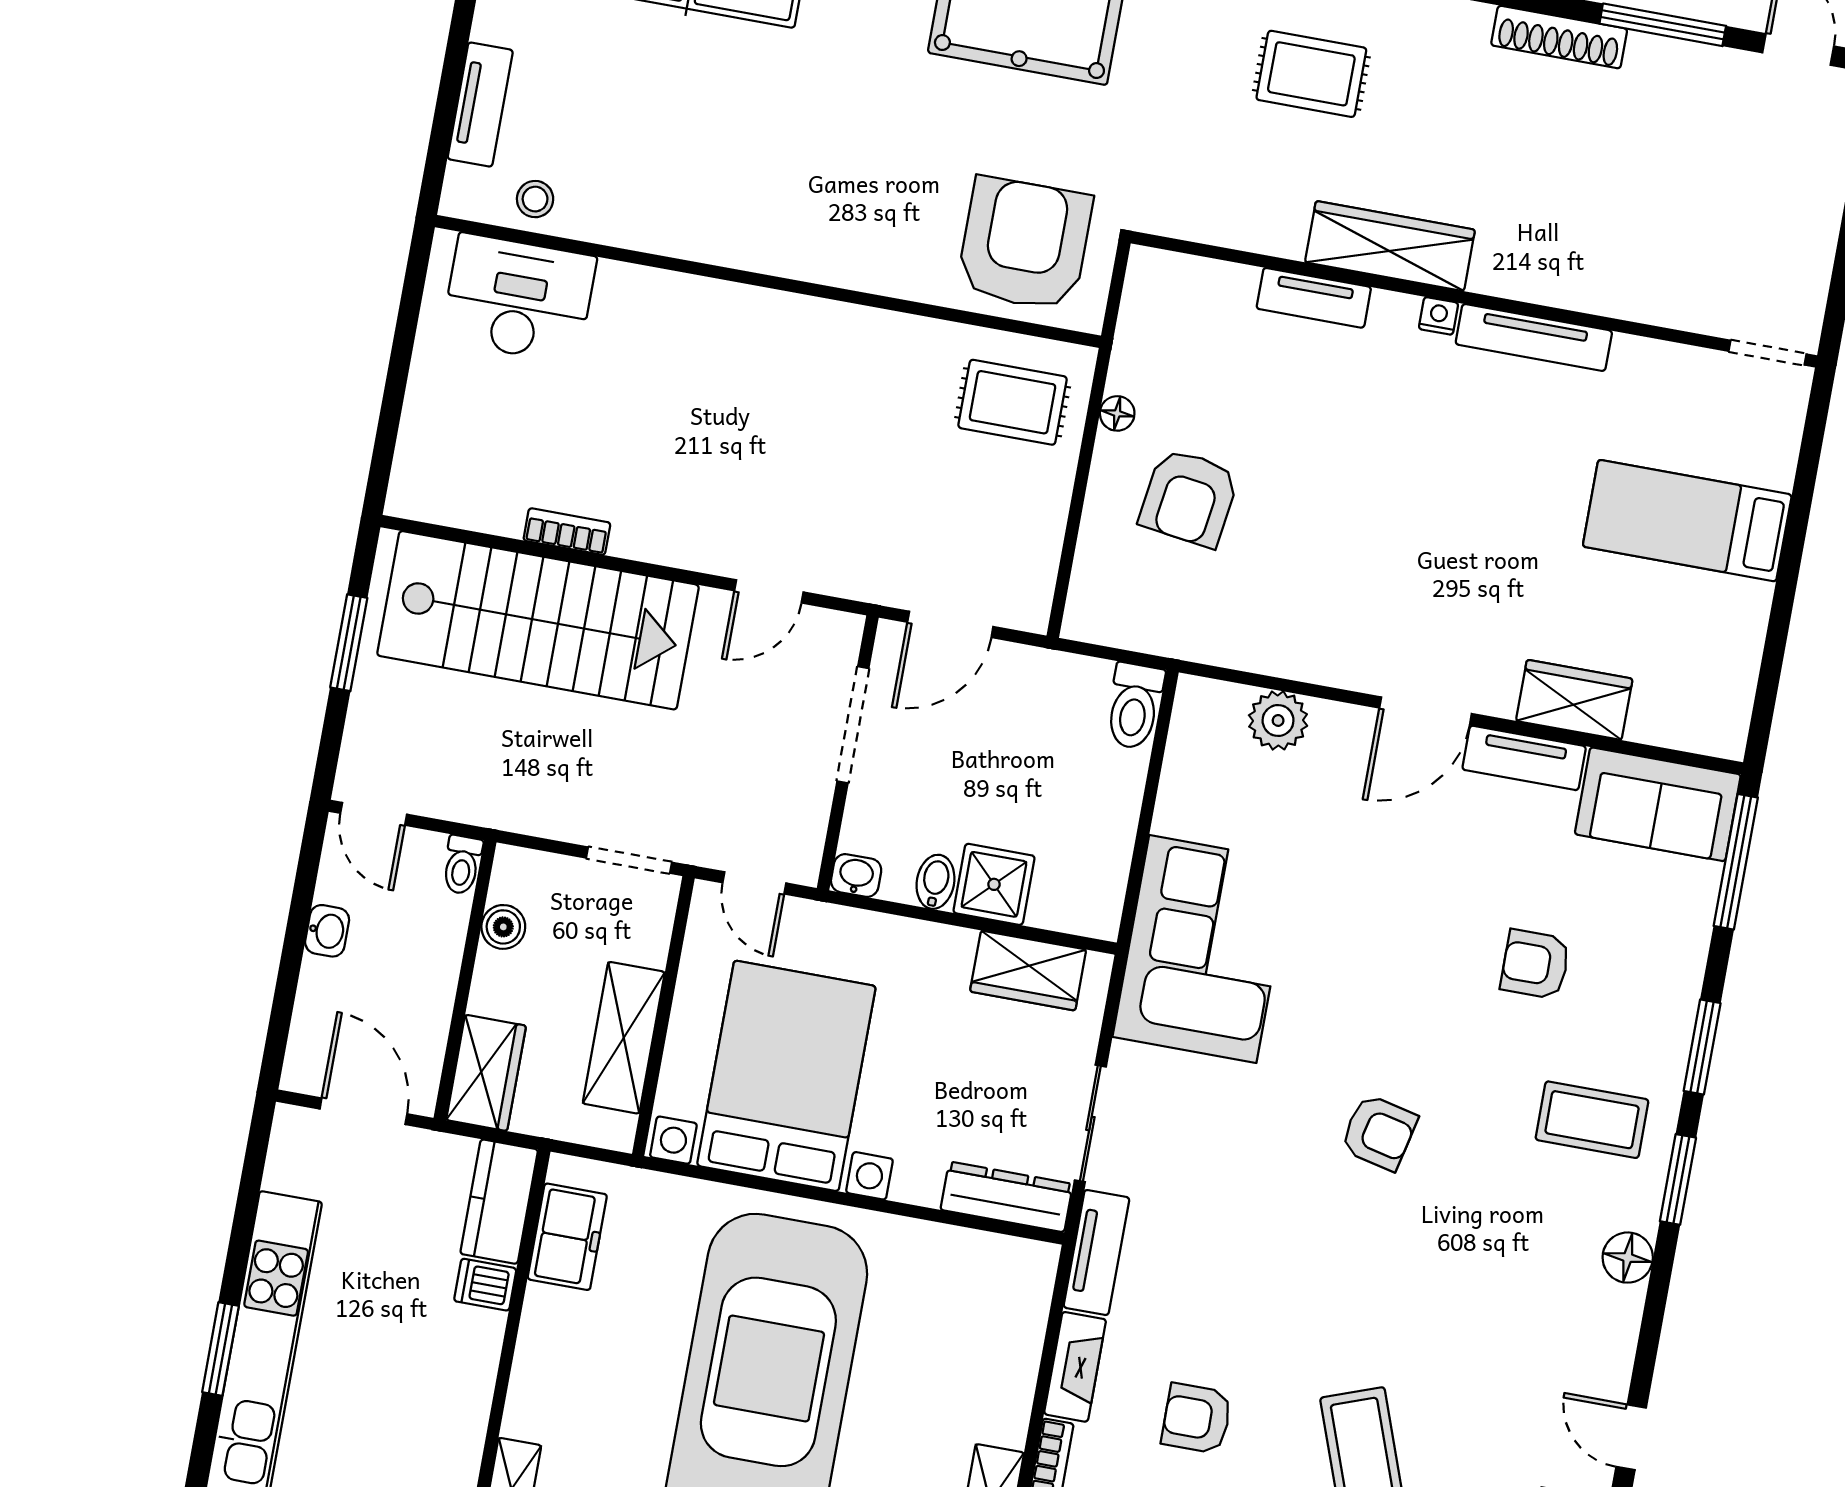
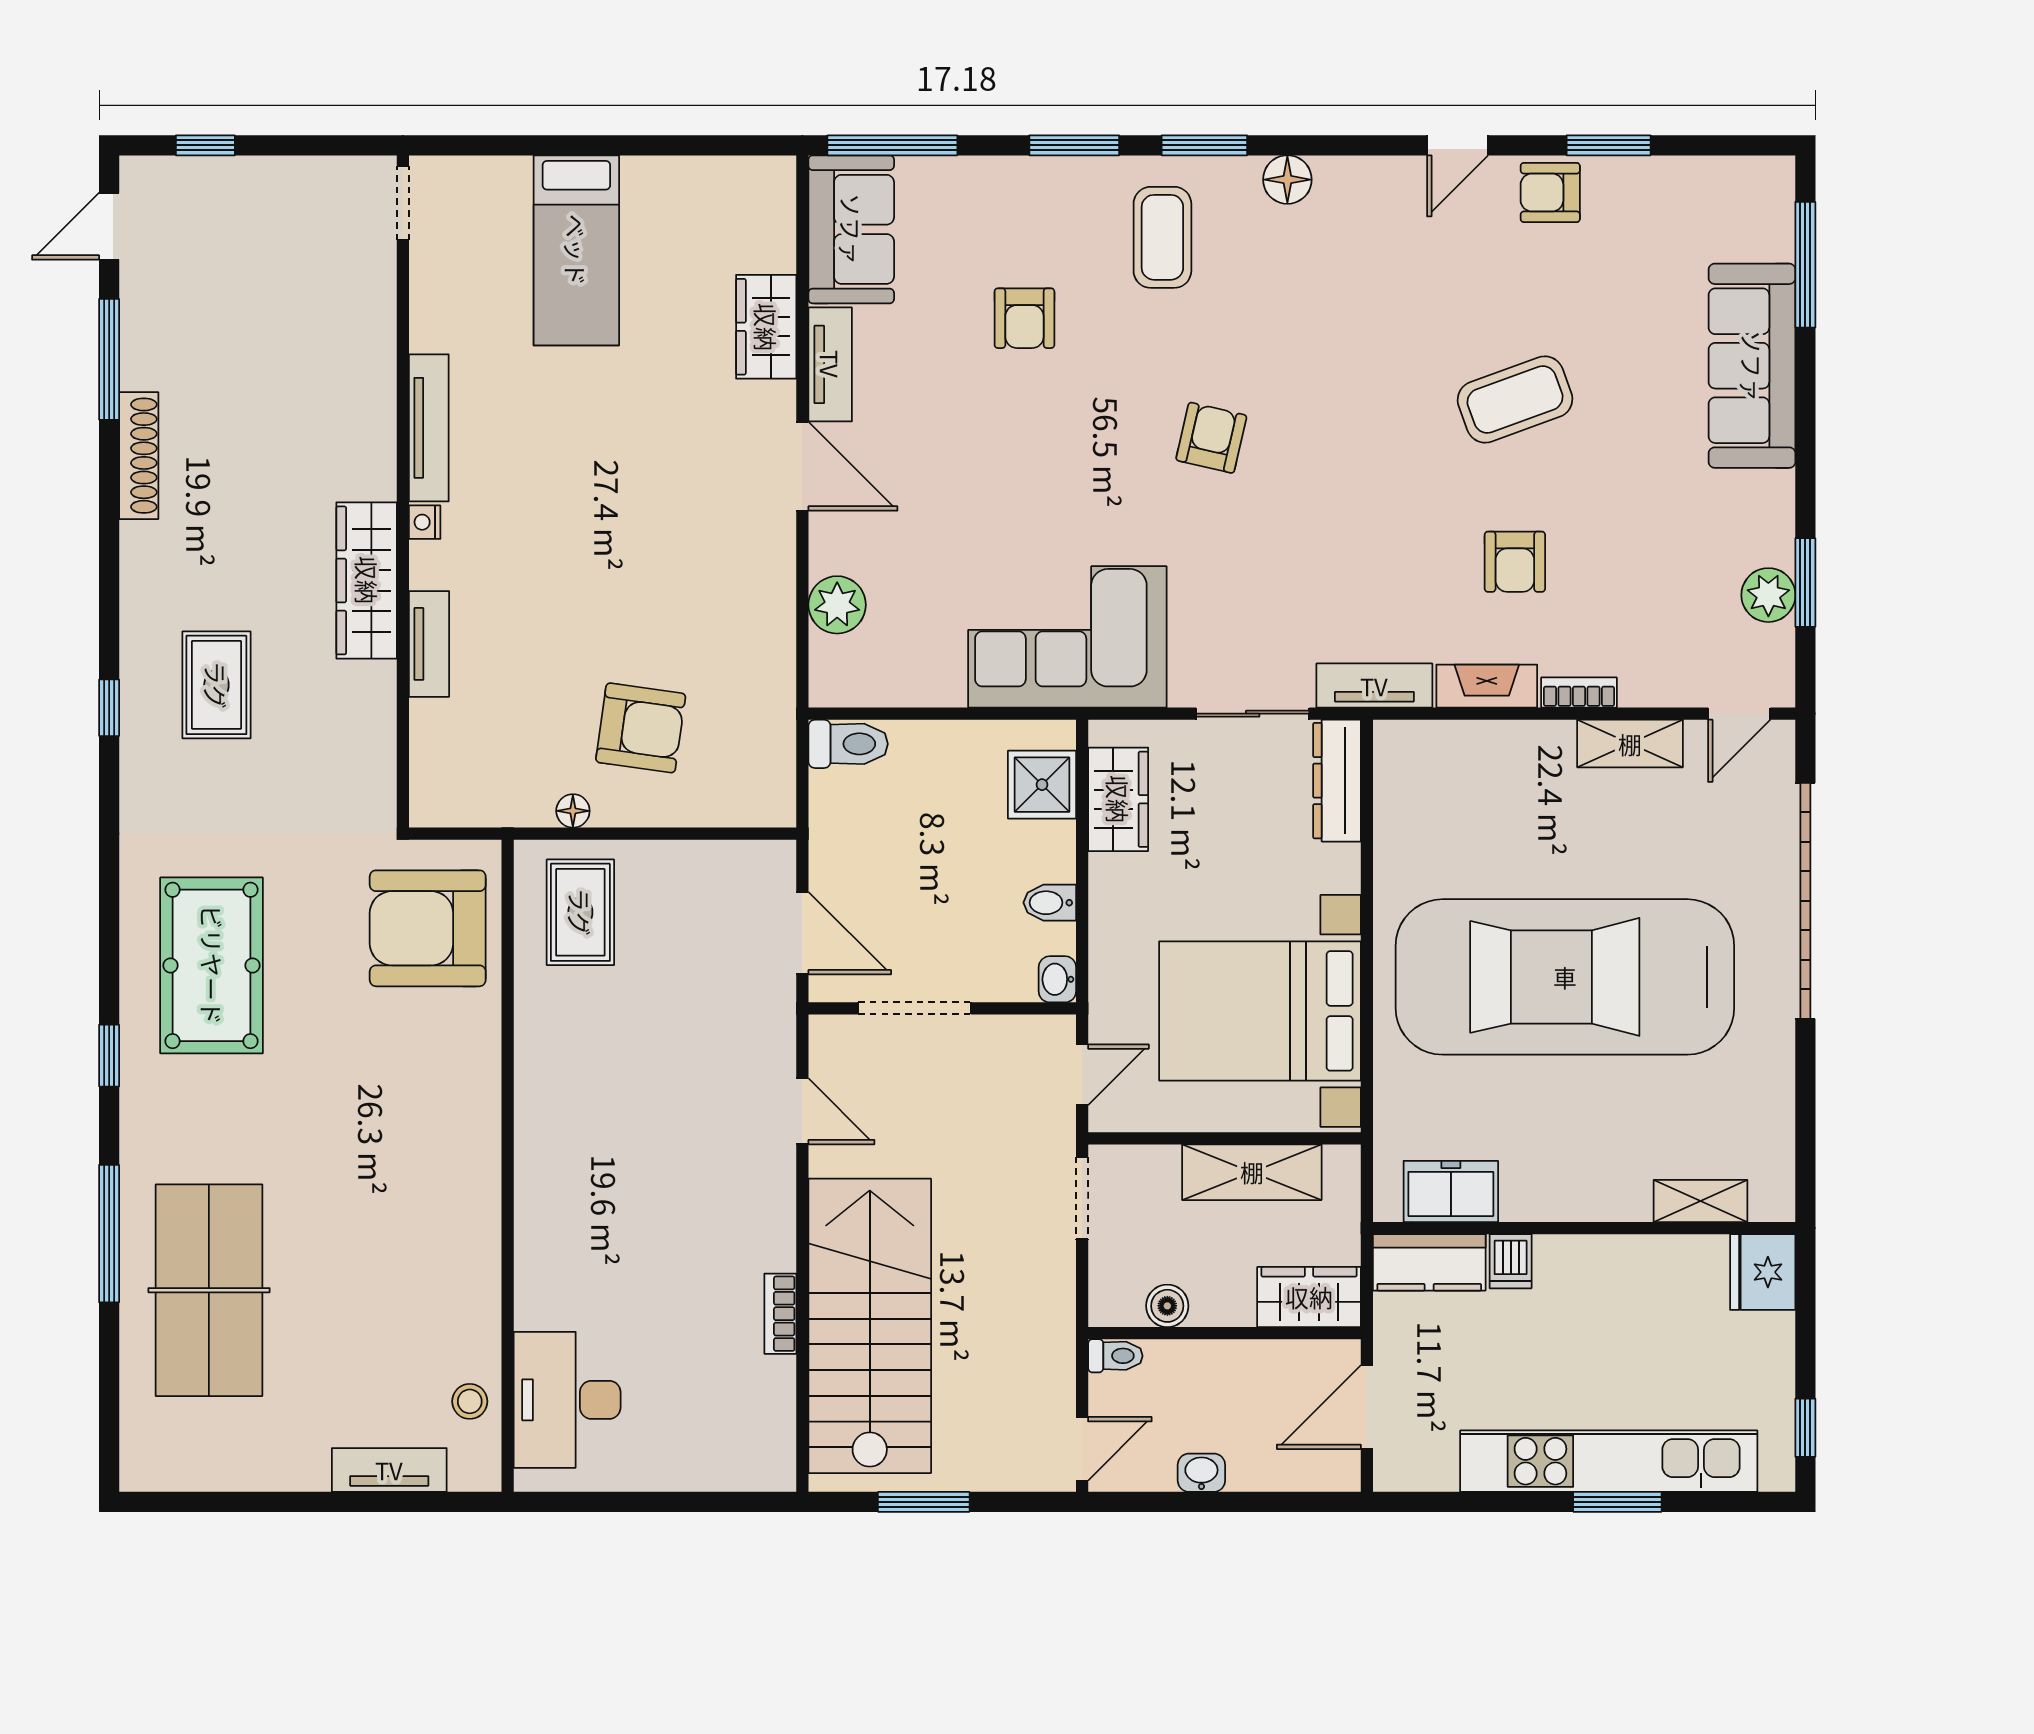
shower: (994, 884) -> (1042, 785), moved

